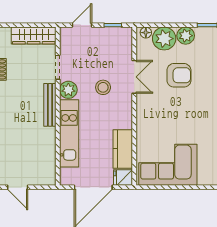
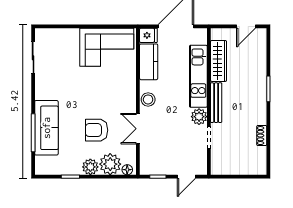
wardrobe: (34, 36) -> (218, 61), moved, turned 90
stool: (103, 87) -> (148, 99), moved
door: (18, 187) -> (246, 26), swing flipped

